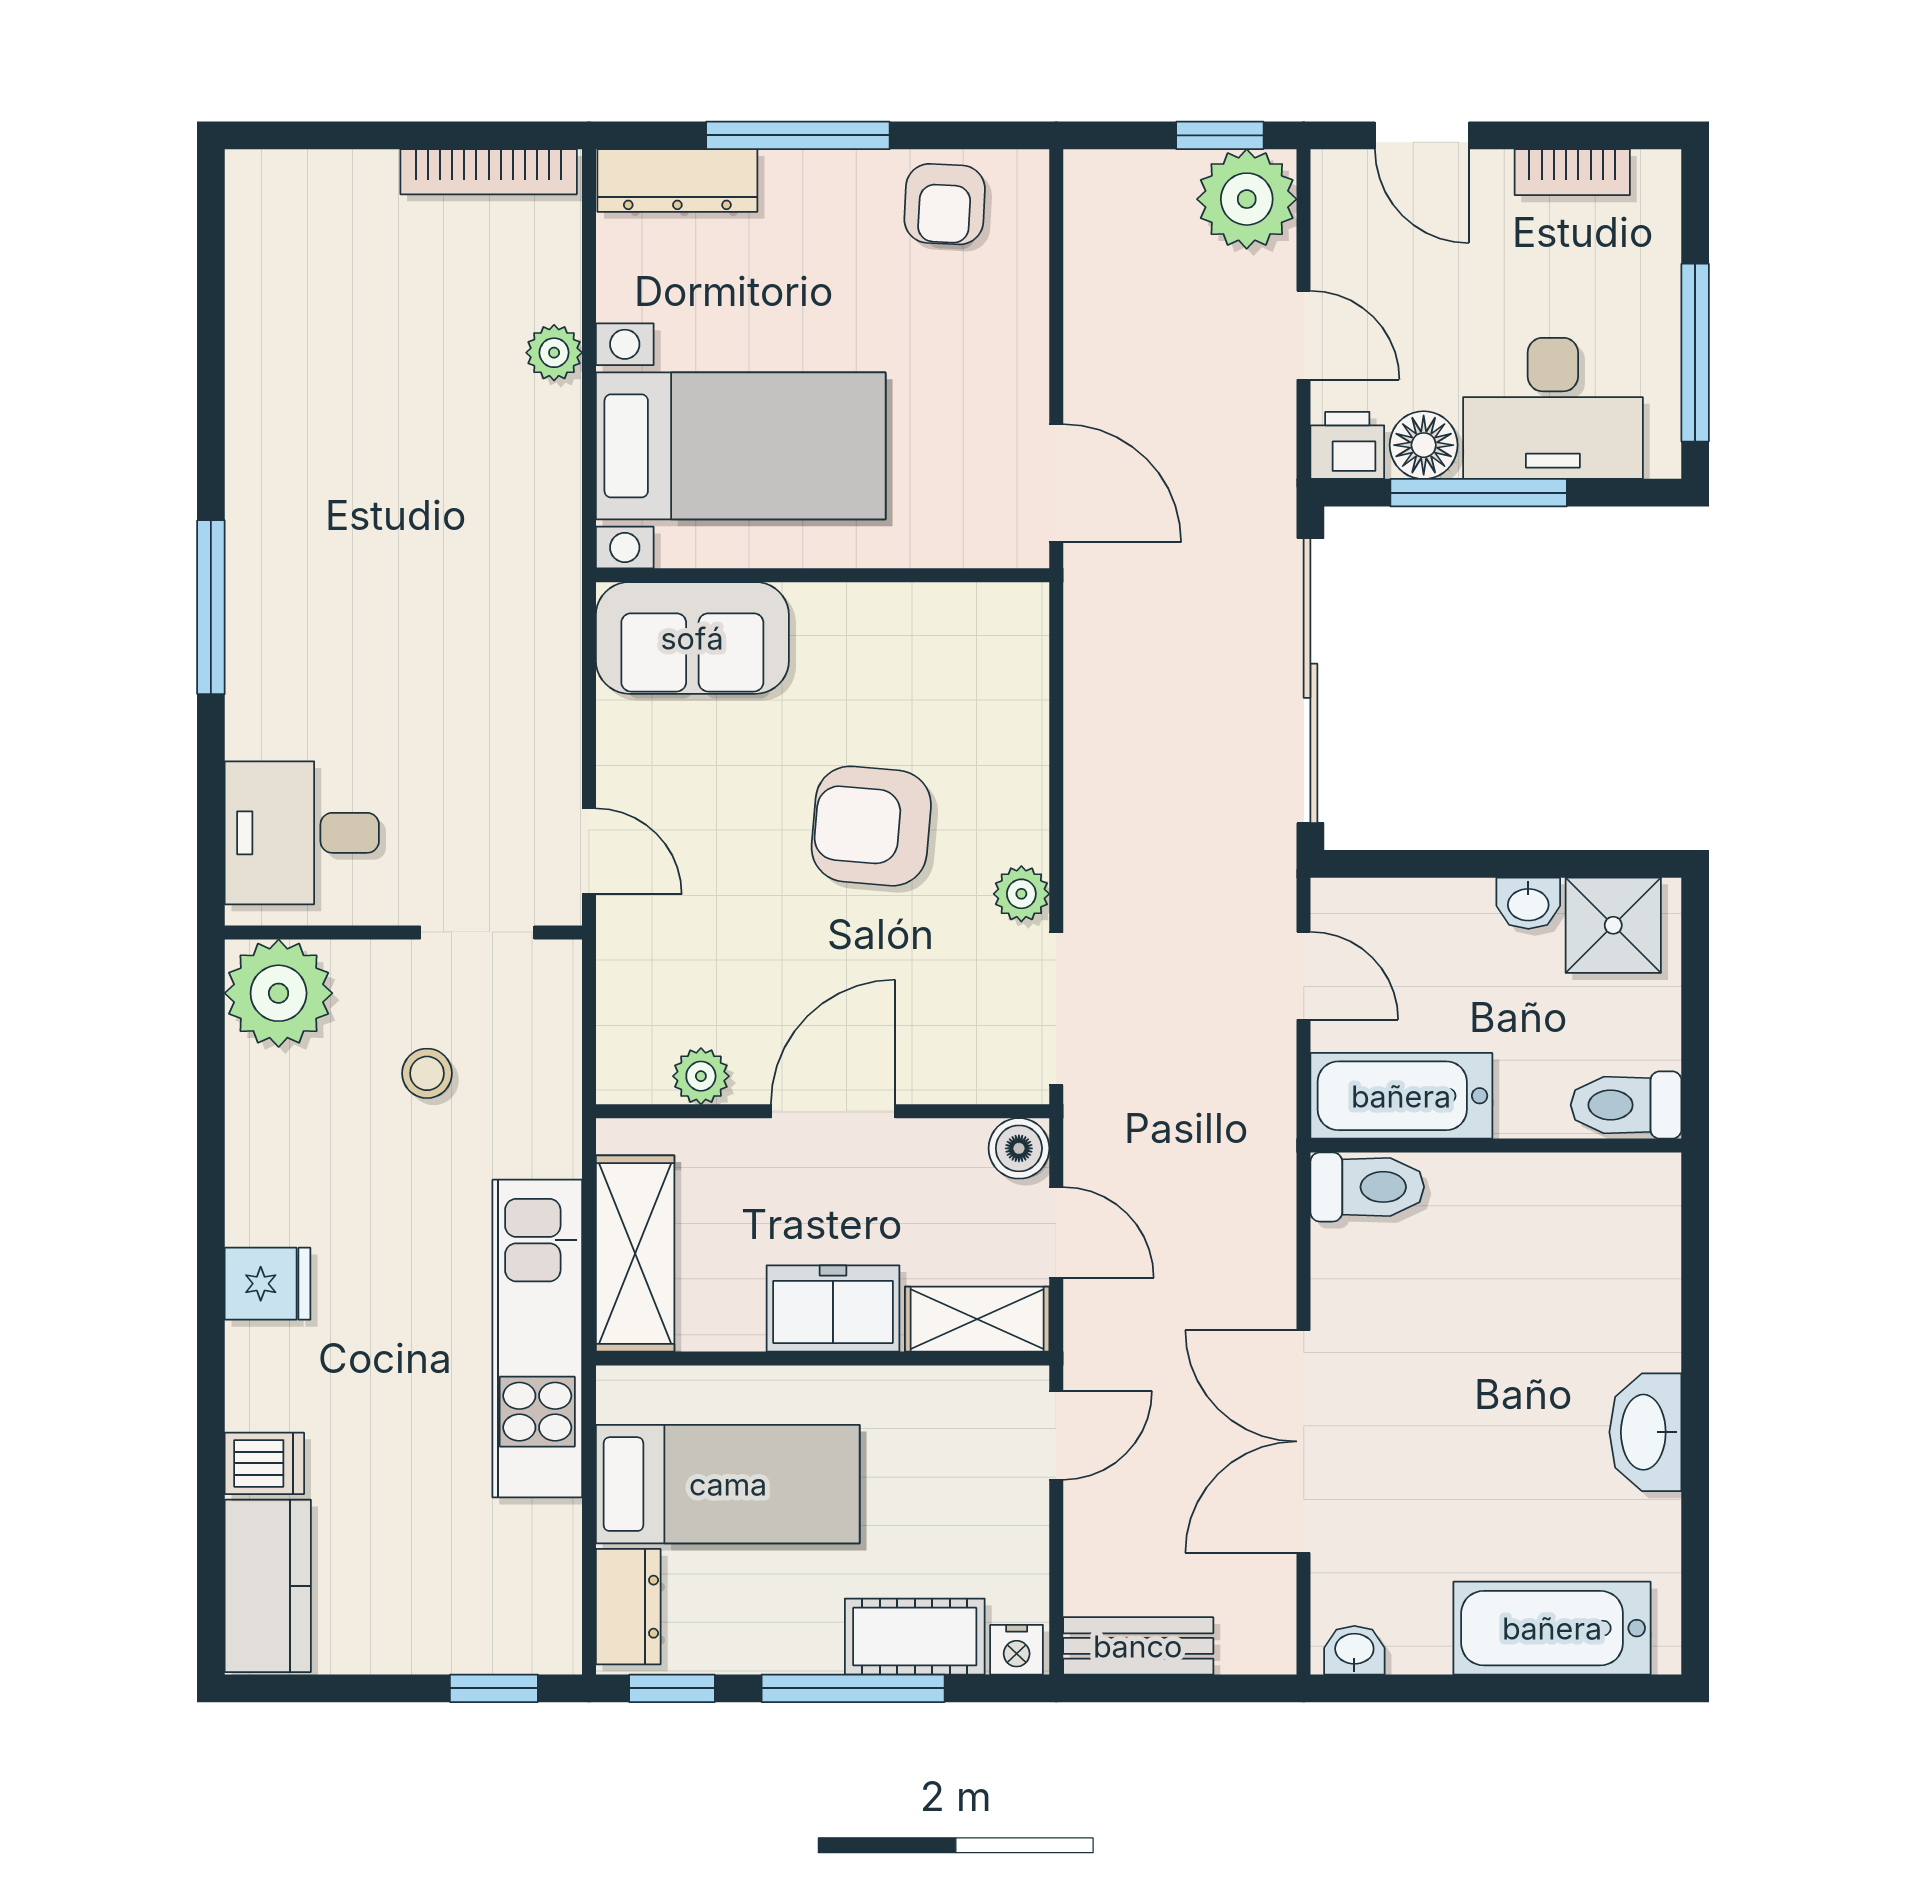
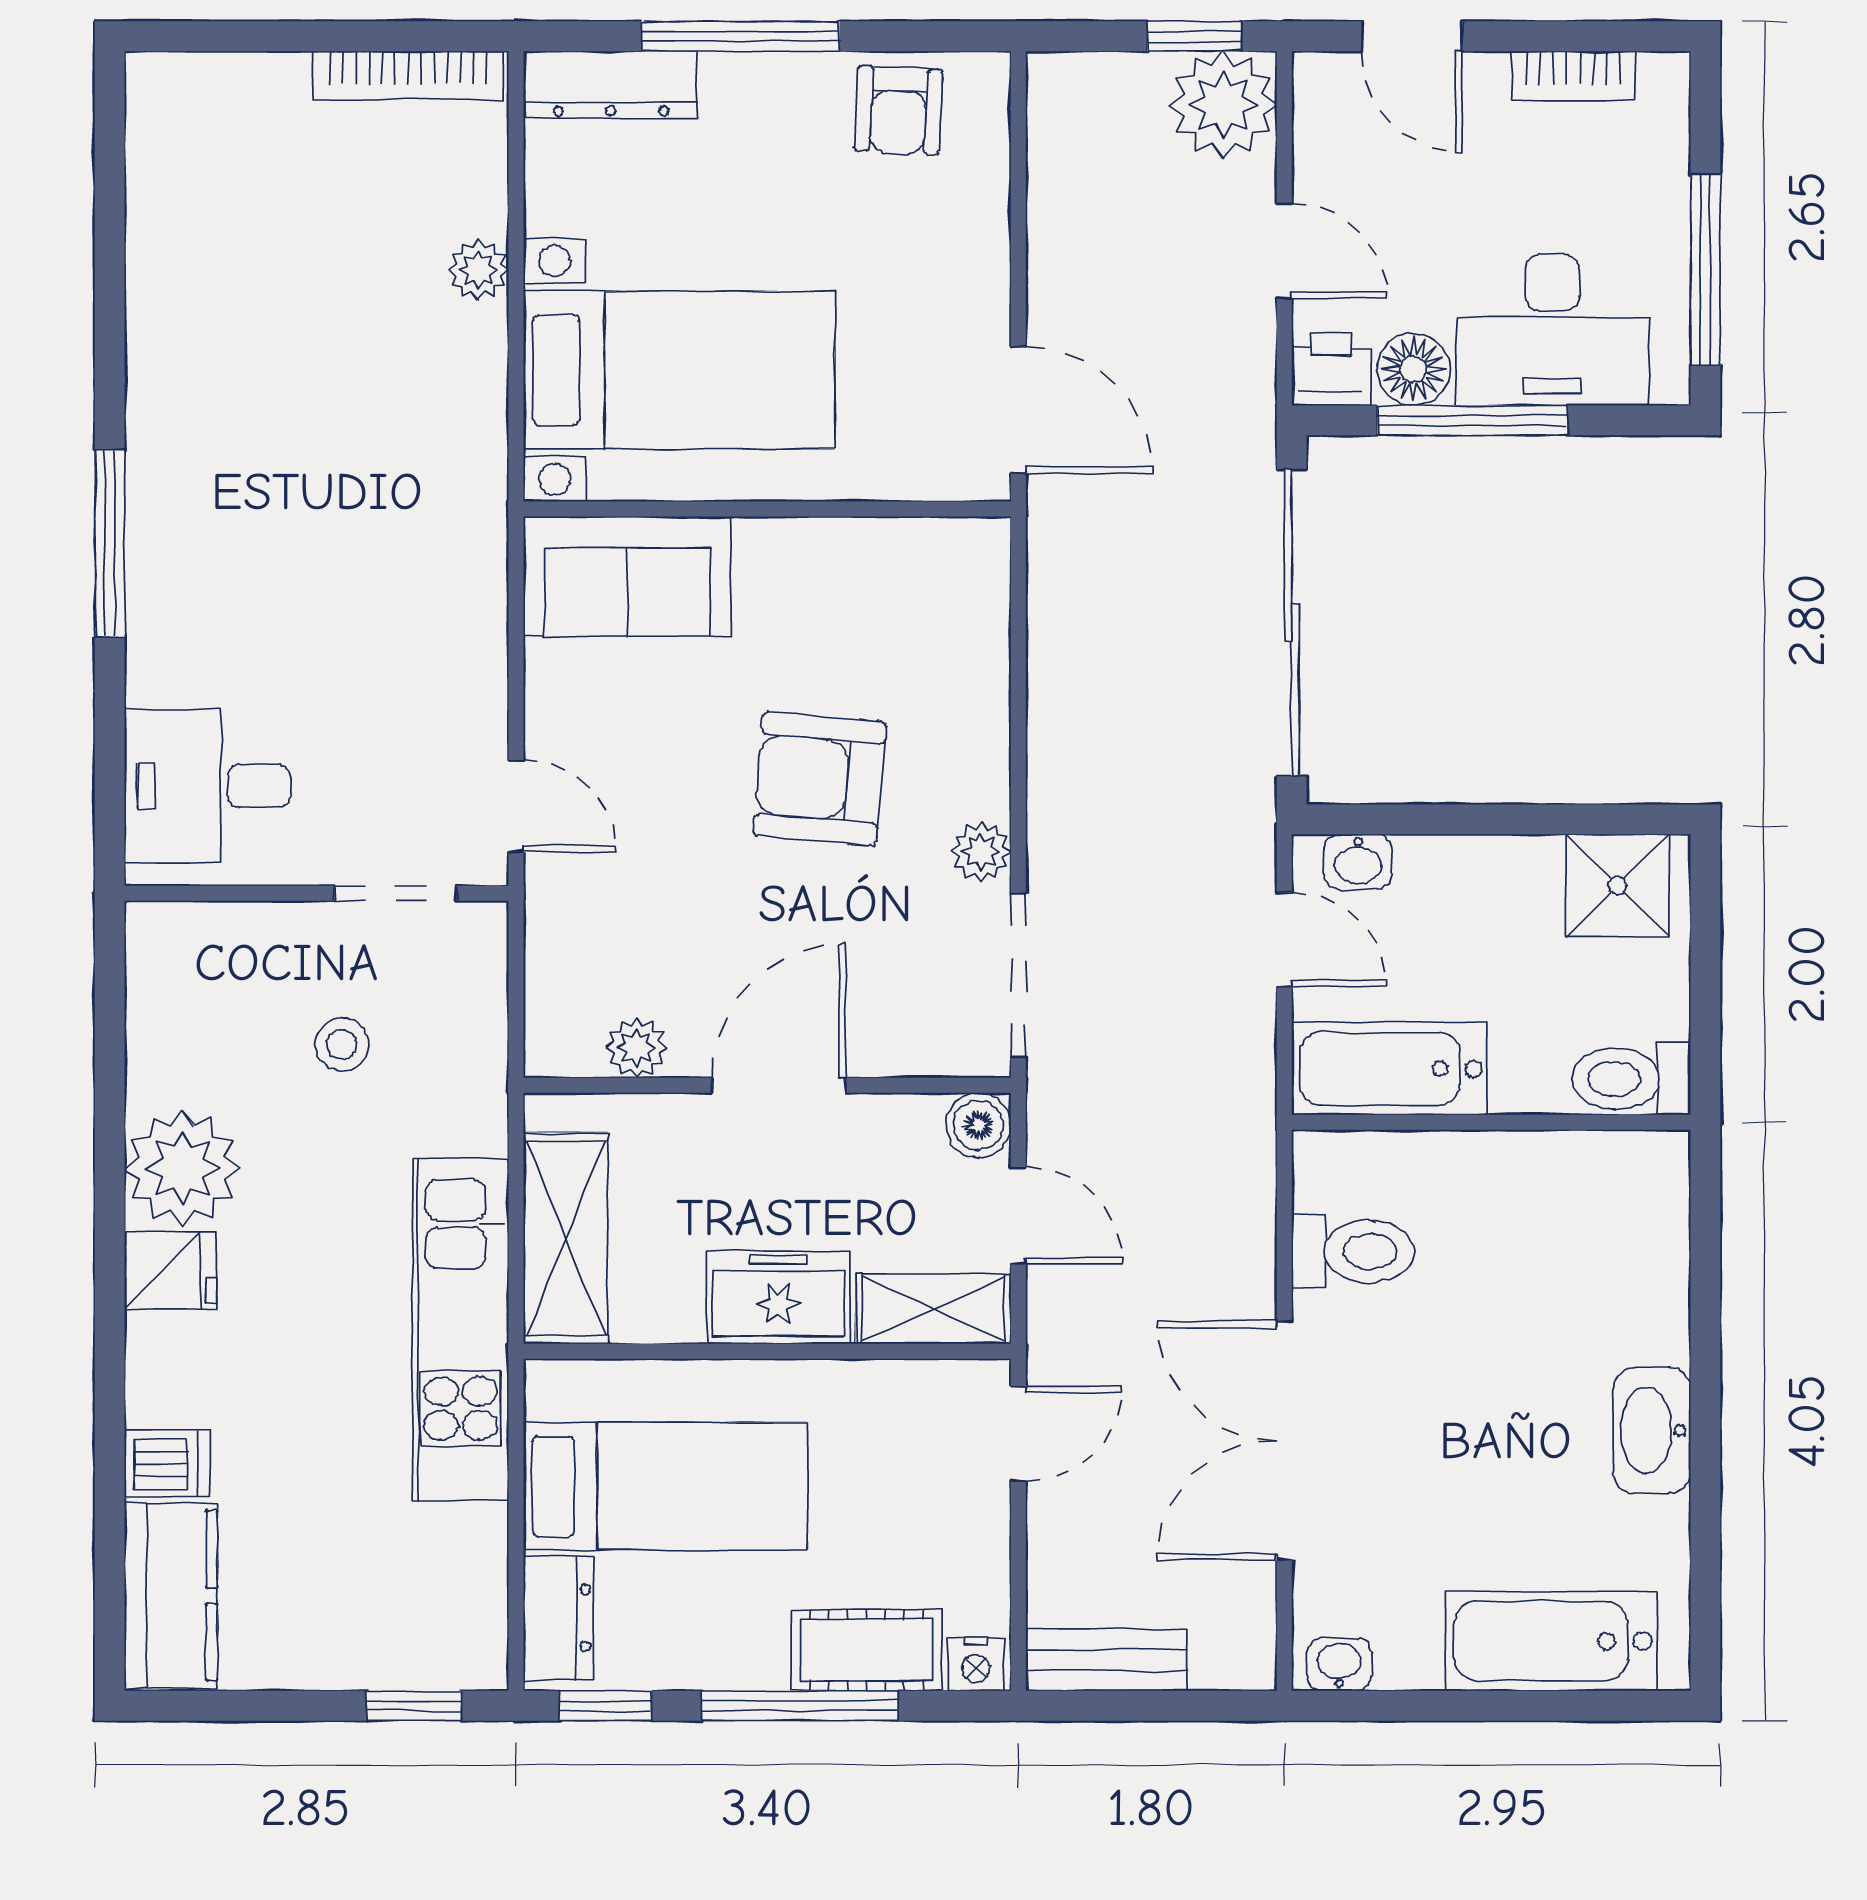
washbasin: (1528, 903) -> (1358, 862), moved
plant: (279, 993) -> (182, 1168), moved
toilet: (1367, 1187) -> (1353, 1251), moved

